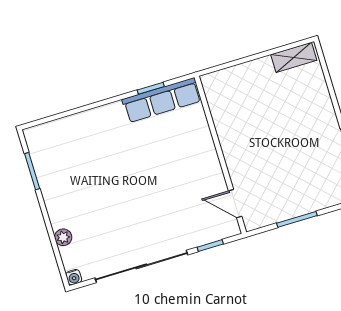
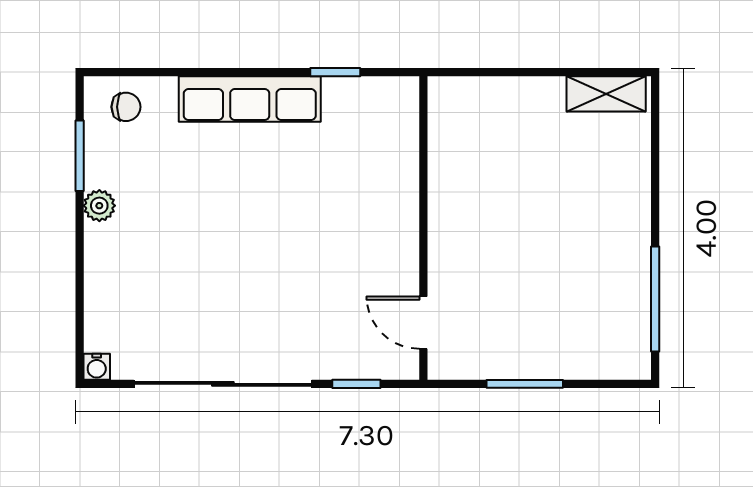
row of seats: (162, 100) -> (250, 99), moved
chair: (48, 139) -> (126, 107), added
plant: (63, 237) -> (99, 206), moved

